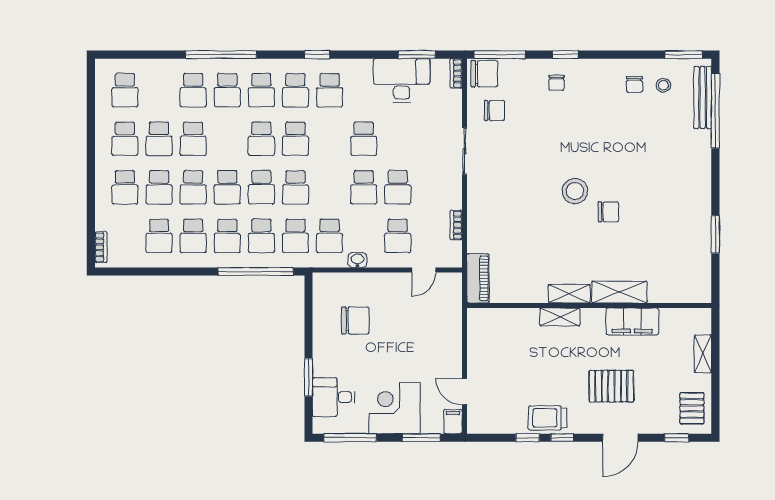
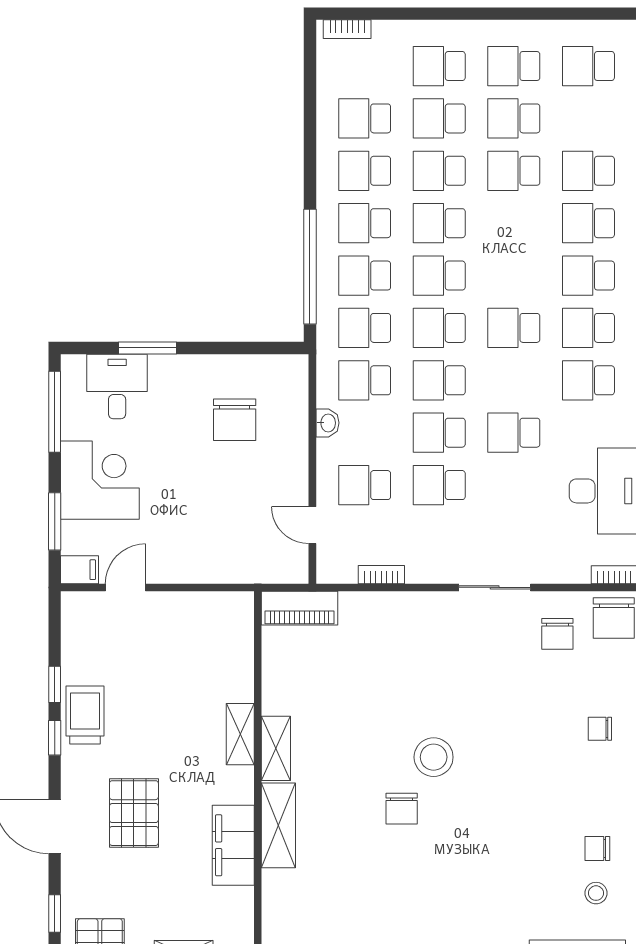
school desk: (261, 139) -> (439, 380), moved

